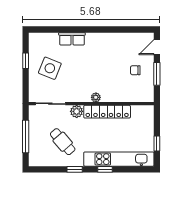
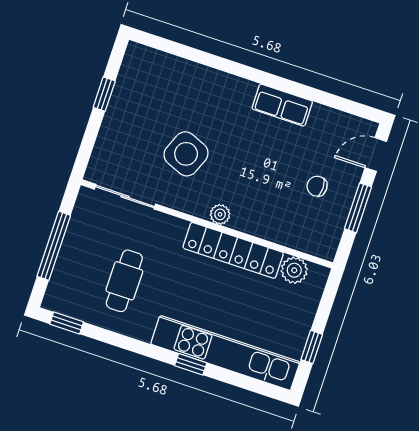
row of seats: (72, 39) -> (282, 105), moved
side table: (50, 68) -> (186, 154), moved
plant: (77, 111) -> (294, 270), moved
cafe table: (63, 142) -> (124, 281), turned 41
window: (75, 169) -> (67, 323), moved

